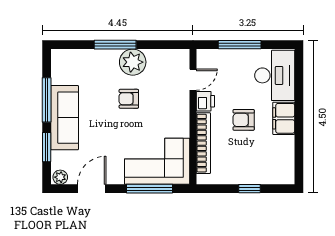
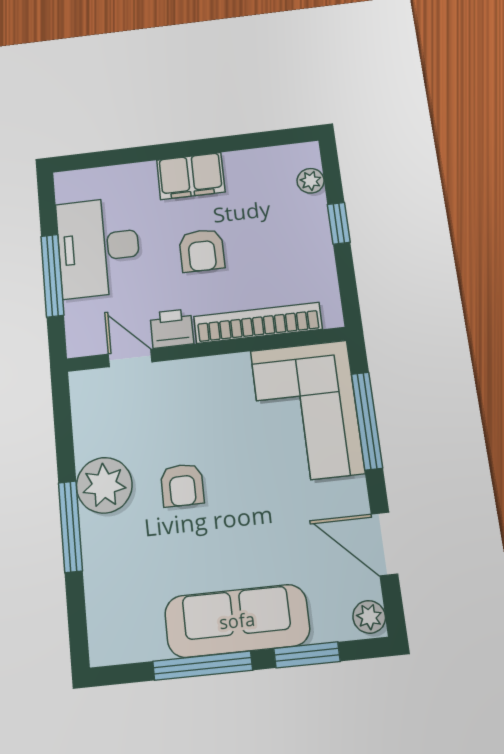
desk: (275, 75) -> (98, 247), moved, turned -90
plant: (274, 178) -> (311, 181), added

